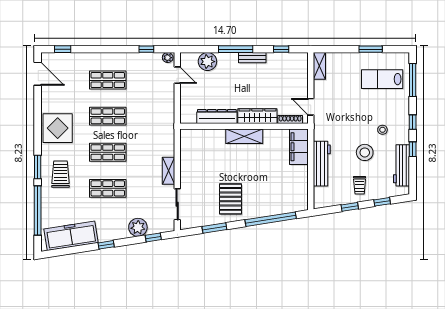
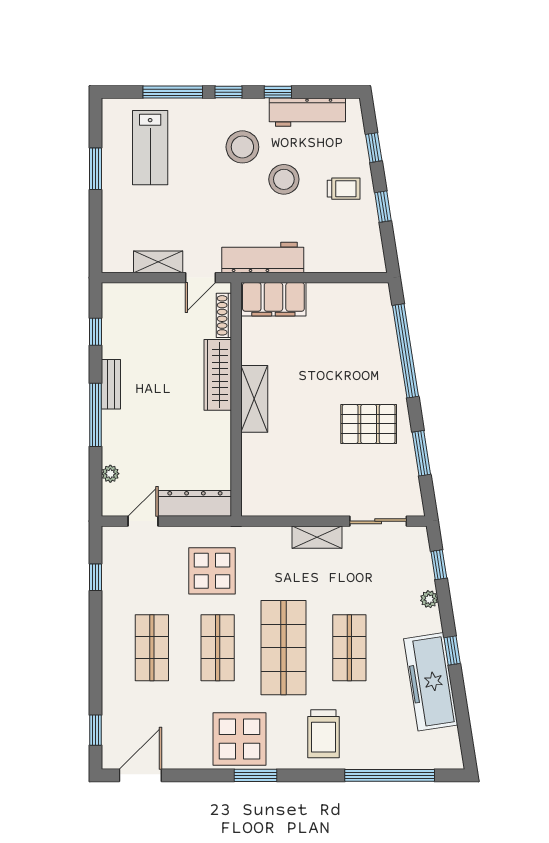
plant: (168, 58) -> (111, 538), removed
plant: (207, 62) -> (110, 474), width x0.53, depth x0.53
shelving: (319, 66) -> (158, 262), moved
window: (413, 80) -> (173, 92), moved
display table: (150, 113) -> (212, 571), added
dresser: (217, 117) -> (195, 503), moved, turned 90
stool: (382, 130) -> (242, 147), width x1.89, depth x1.89
shop shelf: (108, 152) -> (283, 648), width x1.43, depth x1.36
workbench: (322, 164) -> (263, 258), moved
window: (38, 167) -> (255, 775), moved
trolley: (60, 174) -> (323, 734), turned -90
plant: (138, 227) -> (429, 599), width x0.53, depth x0.53
freezer: (71, 236) -> (431, 682), moved

